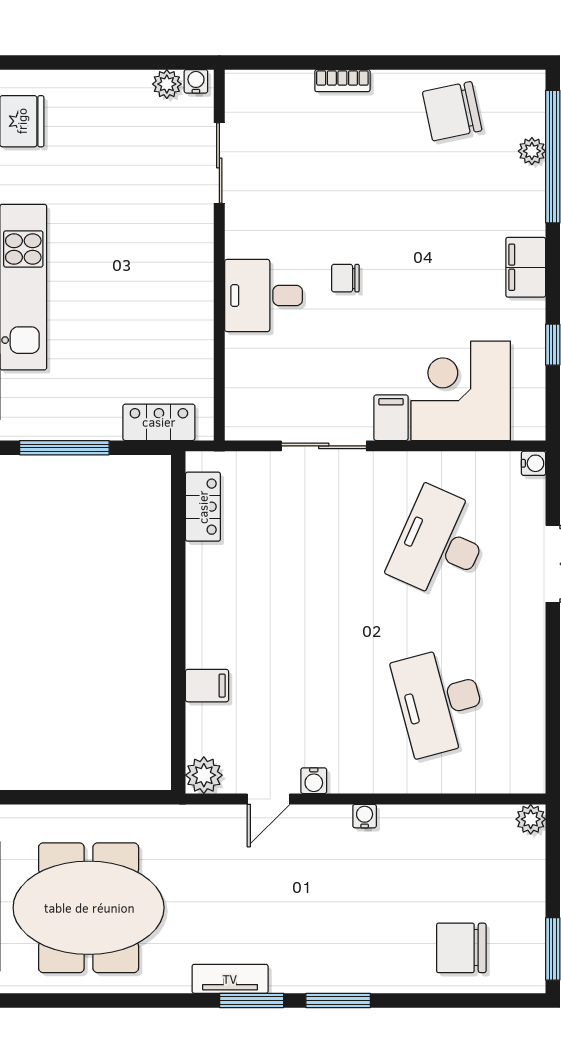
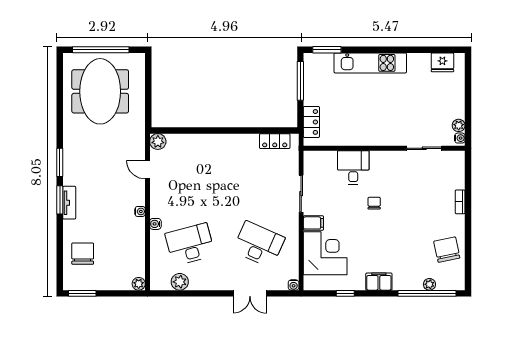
desk: (264, 296) -> (353, 168), moved
filing cabinet: (207, 686) -> (197, 143), removed
plant: (526, 725) -> (180, 282), added
water cooler: (314, 781) -> (155, 224), moved
tv unit: (230, 979) -> (69, 203), moved

